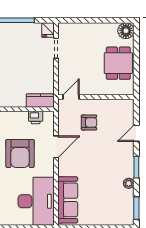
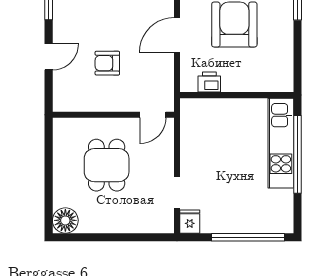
dining table: (118, 63) -> (107, 165), moved
kitchen counter: (40, 101) -> (202, 109), removed
armchair: (89, 122) -> (107, 63), moved

